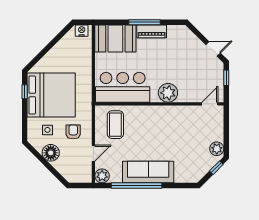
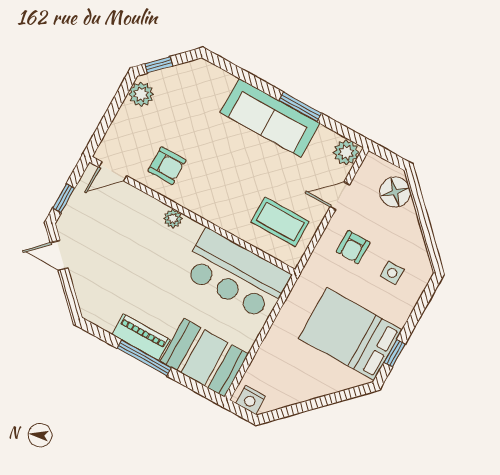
plant: (168, 93) -> (173, 219), width x0.53, depth x0.53
bed: (51, 95) -> (350, 334), width x0.73
armchair: (185, 121) -> (167, 166), added
coffee table: (115, 125) -> (280, 222), turned 90
floor lamp: (51, 153) -> (395, 192), moved
window: (137, 185) -> (300, 107), width x0.47

